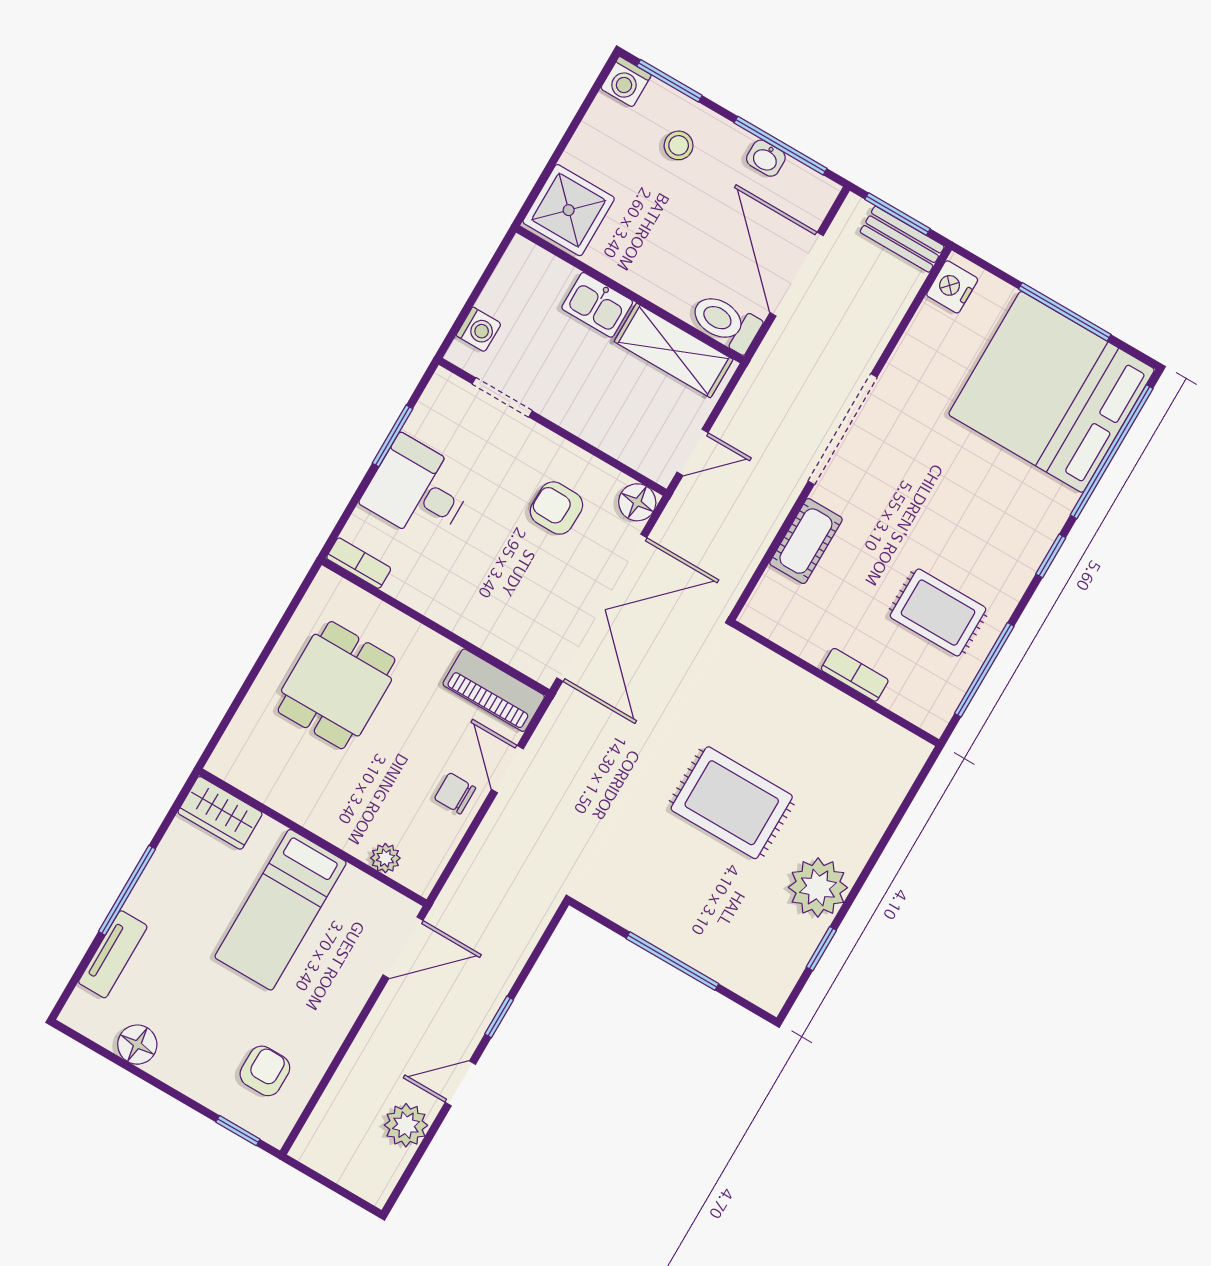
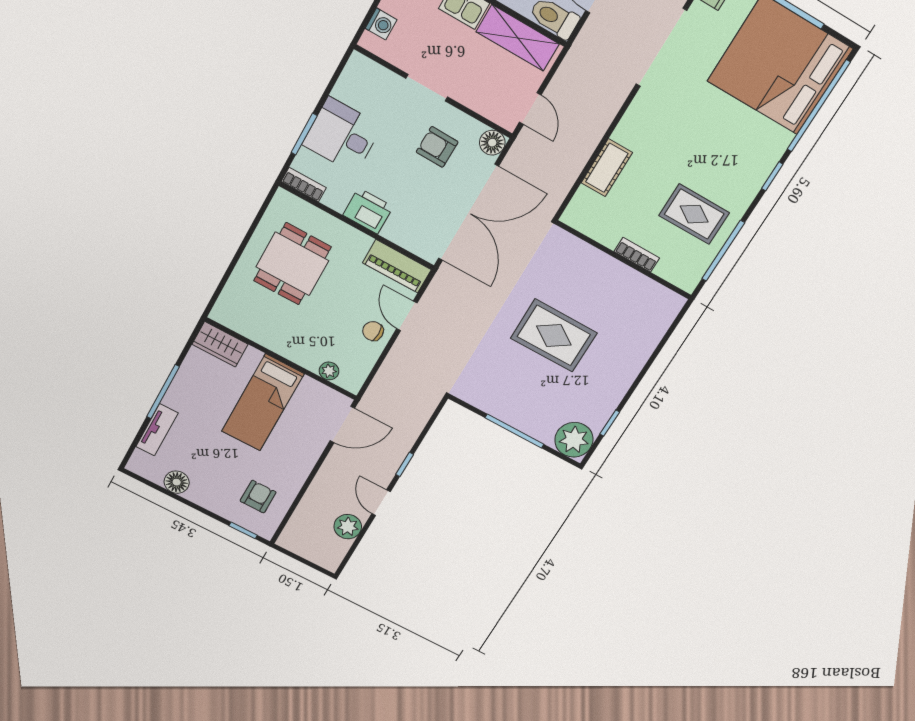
doorway: (502, 397) -> (427, 88), moved
doorway: (843, 429) -> (661, 47), moved
window: (392, 436) -> (304, 134), moved
door: (692, 452) -> (530, 108), hinge flipped
printer: (452, 604) -> (368, 211), added
plant: (818, 887) -> (574, 440), moved
door: (460, 1083) -> (381, 503), hinge flipped

